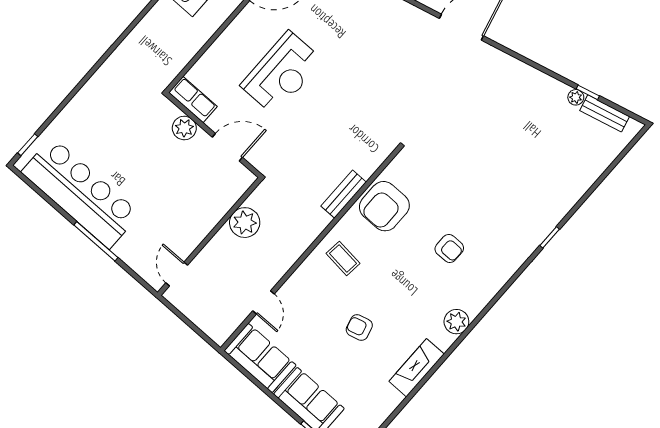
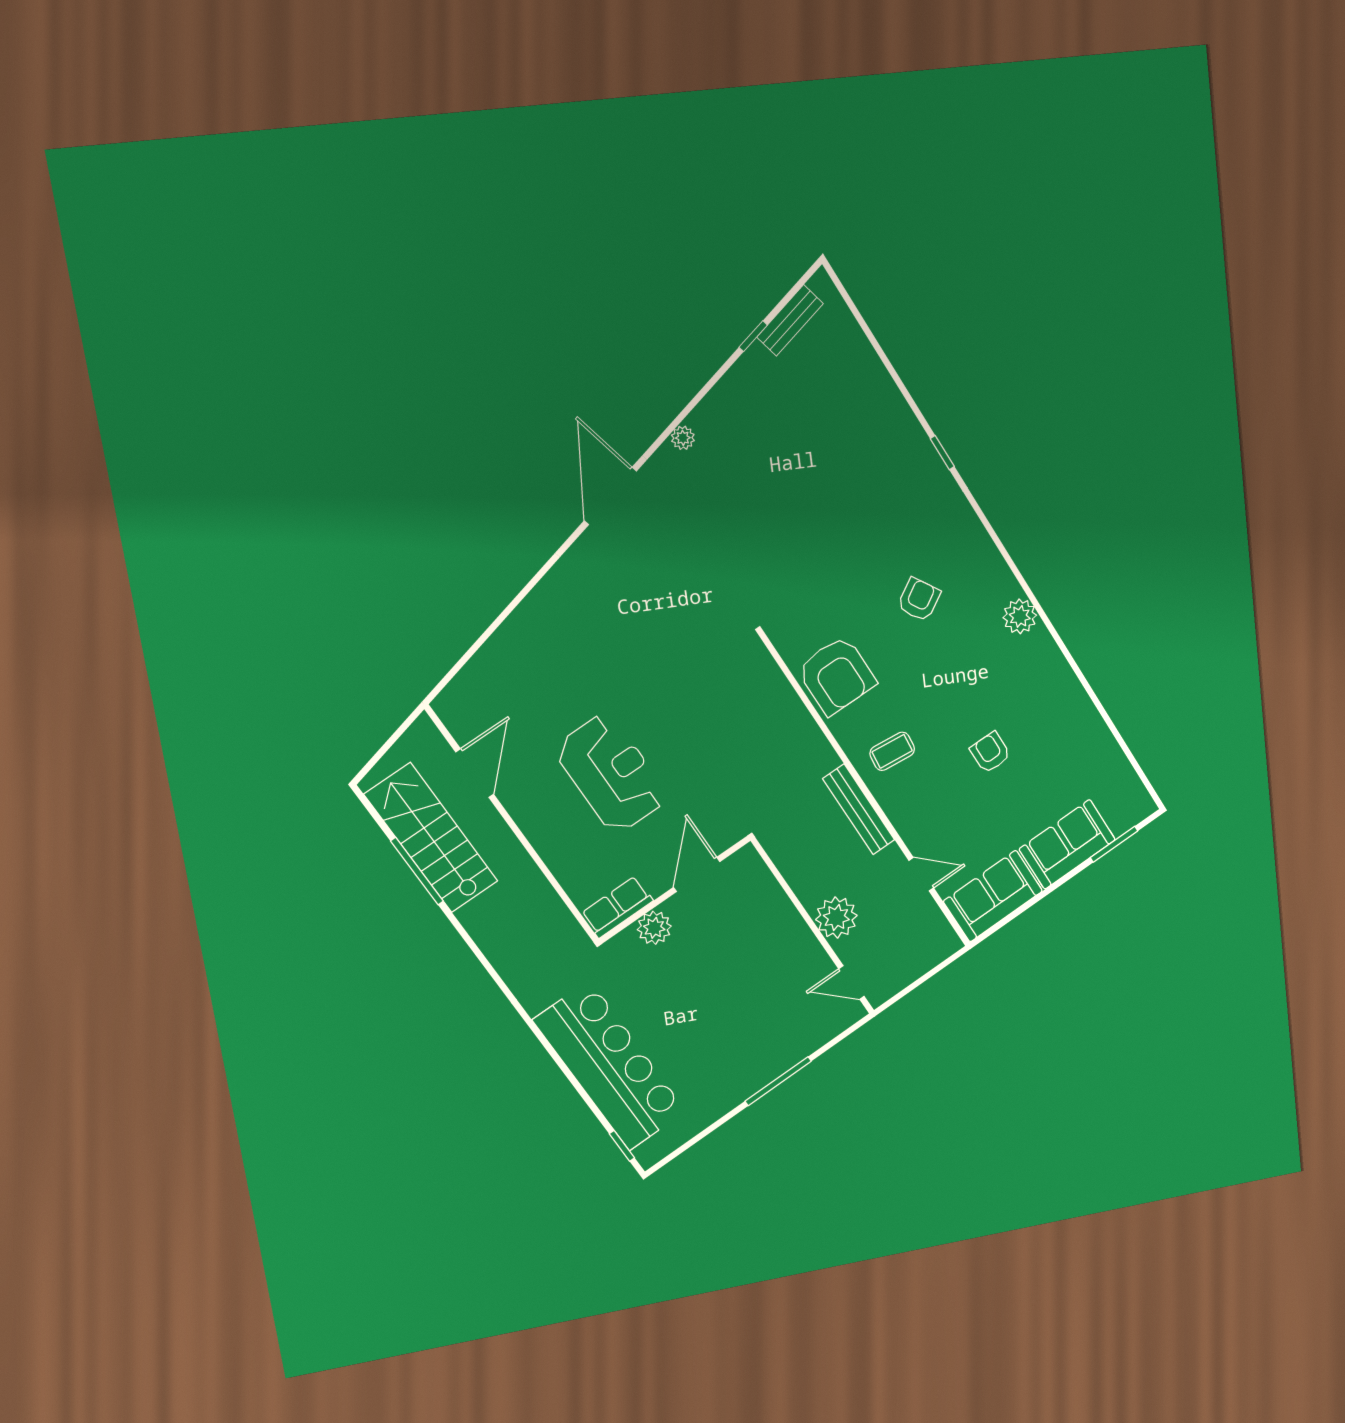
plant: (576, 97) -> (683, 438), moved
bar counter: (81, 193) -> (610, 1066), moved, turned 90
bench: (344, 194) -> (859, 809), moved, width x1.36
plant: (245, 223) -> (836, 918), moved
armchair: (449, 248) -> (919, 600), turned -31
armchair: (359, 327) -> (990, 752), turned 105
fireplace: (417, 368) -> (1065, 688), removed

